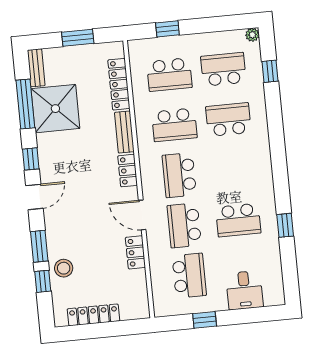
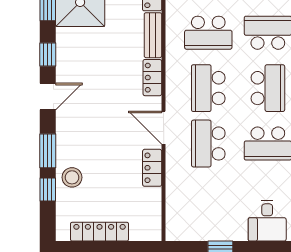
school desk: (189, 276) -> (268, 88), moved

